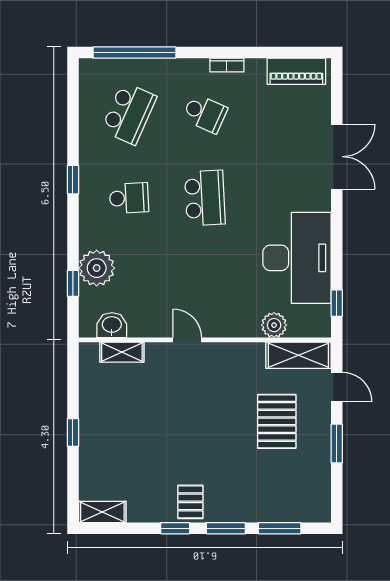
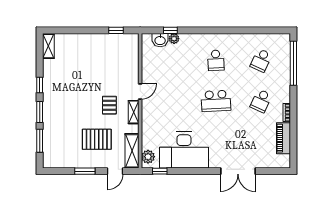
piano: (296, 71) -> (283, 138), moved
school desk: (129, 113) -> (261, 60), width x0.54
window: (73, 180) -> (226, 30), removed
plant: (97, 268) -> (174, 39), width x0.53, depth x0.53
washbasin: (112, 325) -> (160, 40), moved, turned 90
plant: (274, 325) -> (148, 157), moved
shelving: (122, 352) -> (134, 112), moved
window: (73, 432) -> (116, 30), moved
pallet: (190, 502) -> (109, 105), moved, turned 90

